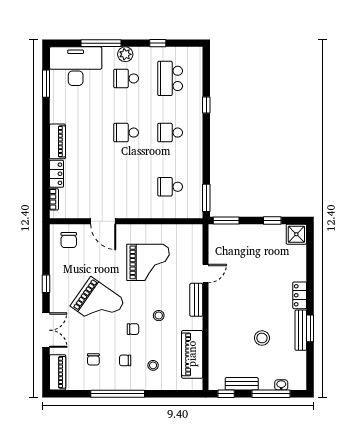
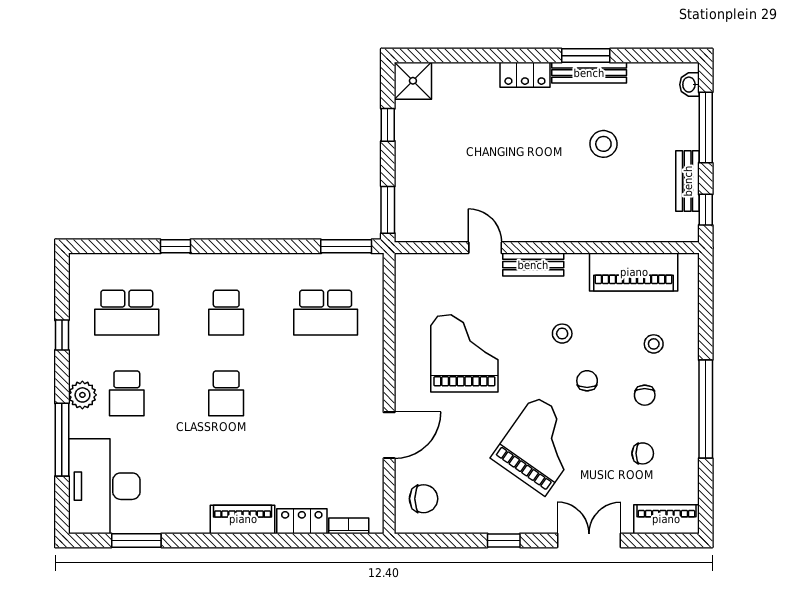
school desk: (170, 187) -> (326, 313), width x1.85
washbasin: (281, 385) -> (689, 85), moved

